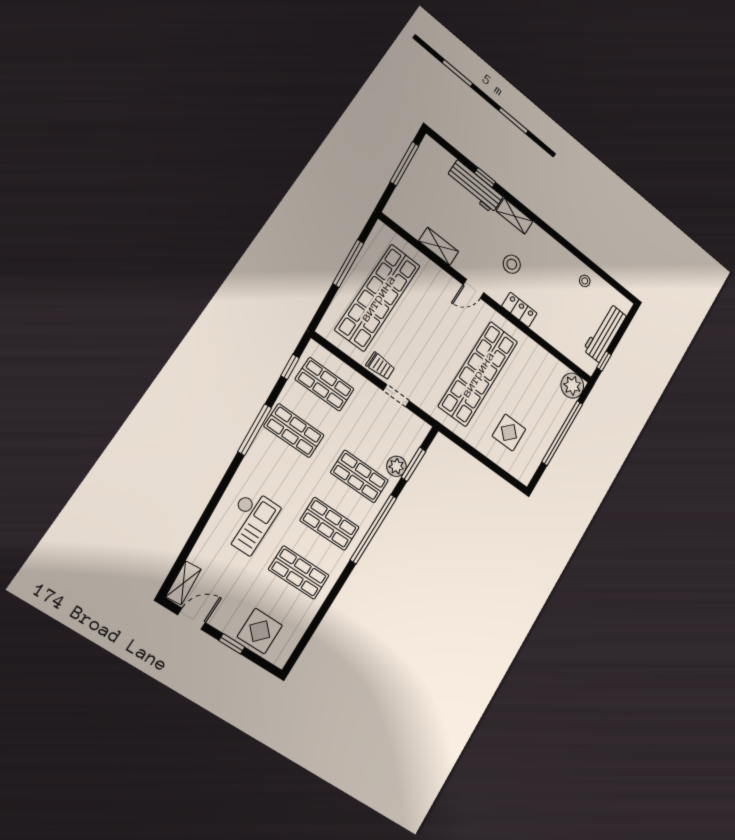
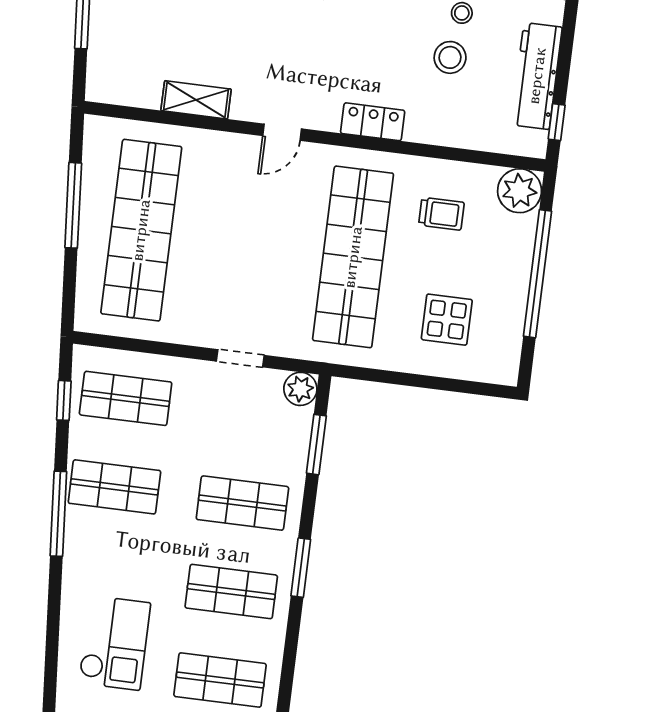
stool: (512, 264) -> (450, 57), moved
trolley: (380, 366) -> (441, 214), moved
plant: (396, 466) -> (300, 389), moved
window: (374, 529) -> (301, 568), width x0.47

